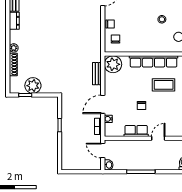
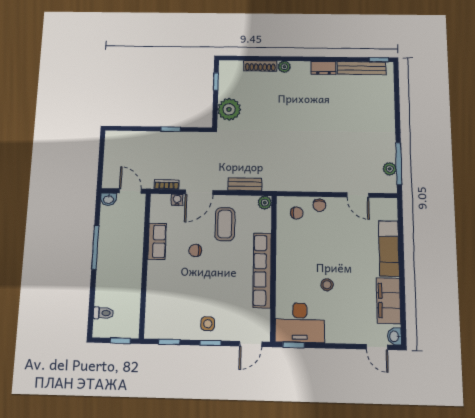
plant: (113, 64) -> (265, 203), width x0.53, depth x0.53
coffee table: (164, 85) -> (225, 224), moved
plant: (33, 86) -> (229, 109), moved
door: (103, 104) -> (199, 192), swing flipped
door: (158, 138) -> (144, 275), removed
door: (103, 151) -> (130, 191), hinge flipped

